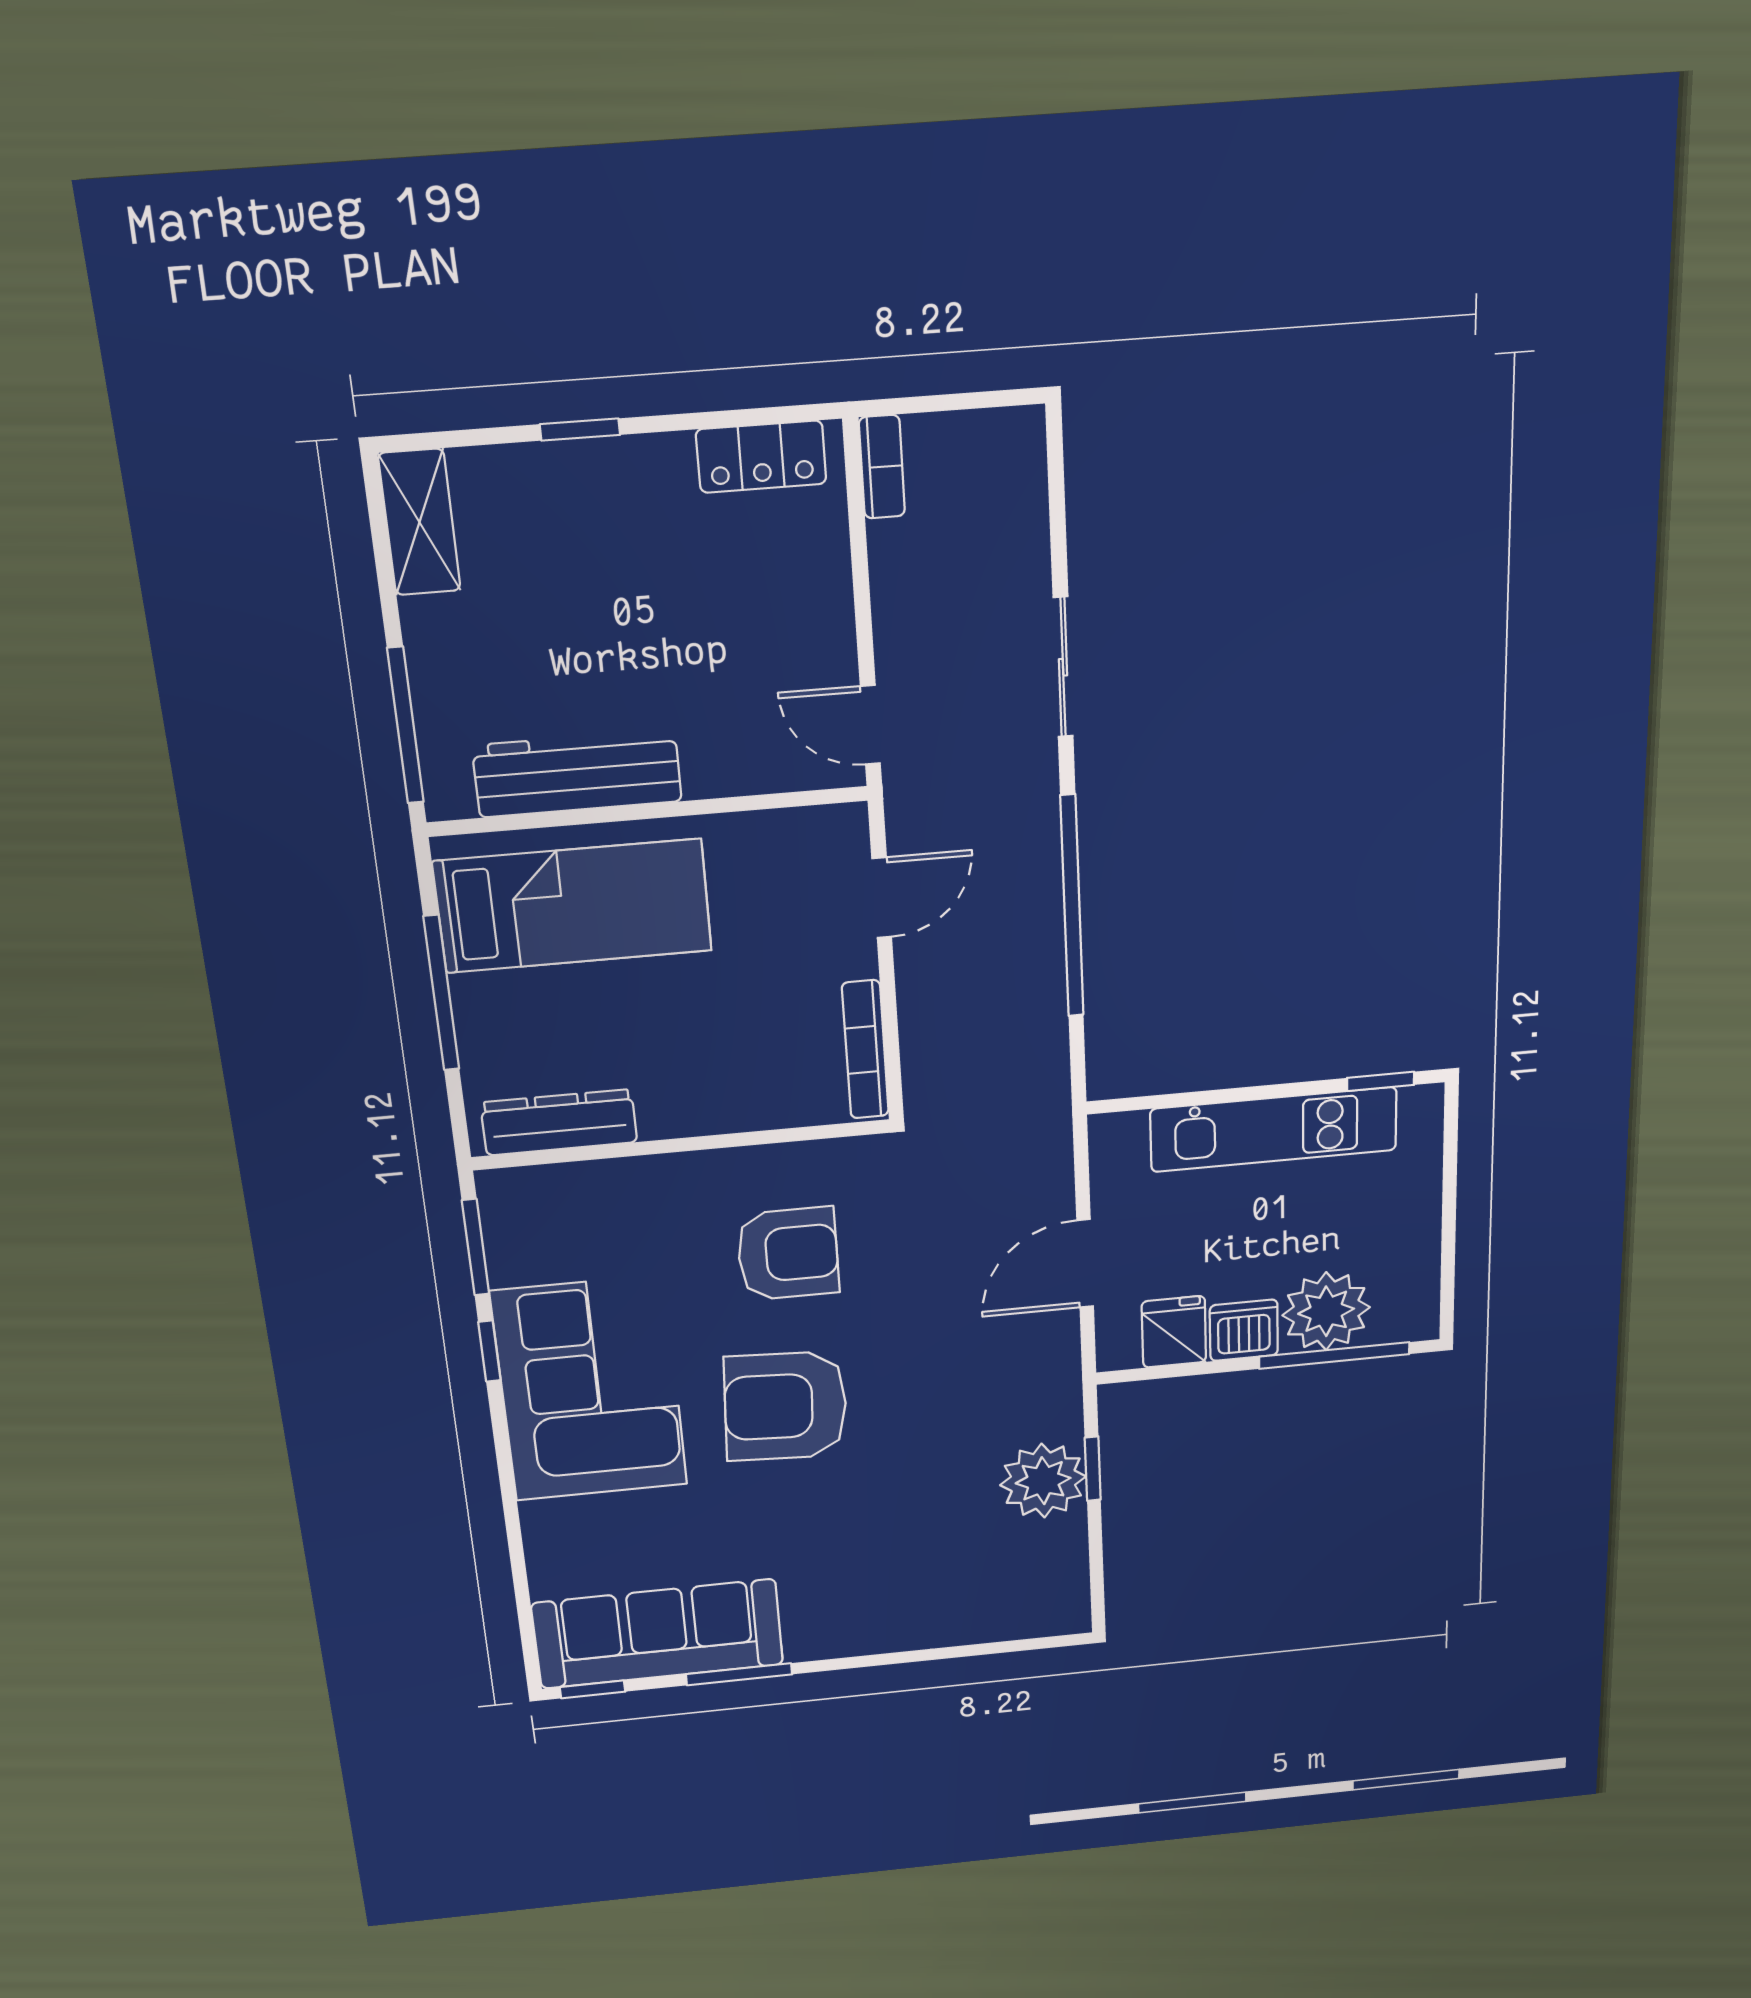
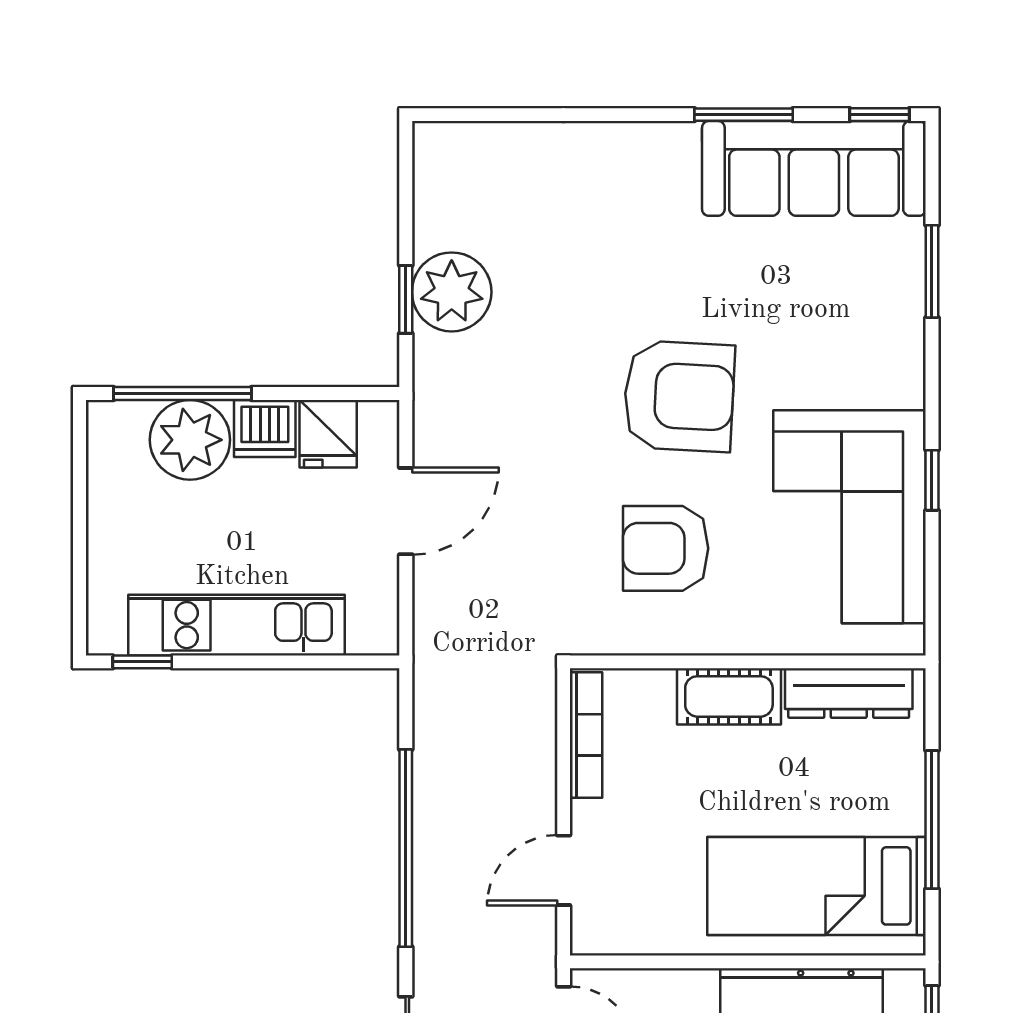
cot: (700, 1106) -> (729, 696), added
window: (476, 1247) -> (932, 271), moved
corner sofa: (590, 1389) -> (850, 517), moved

